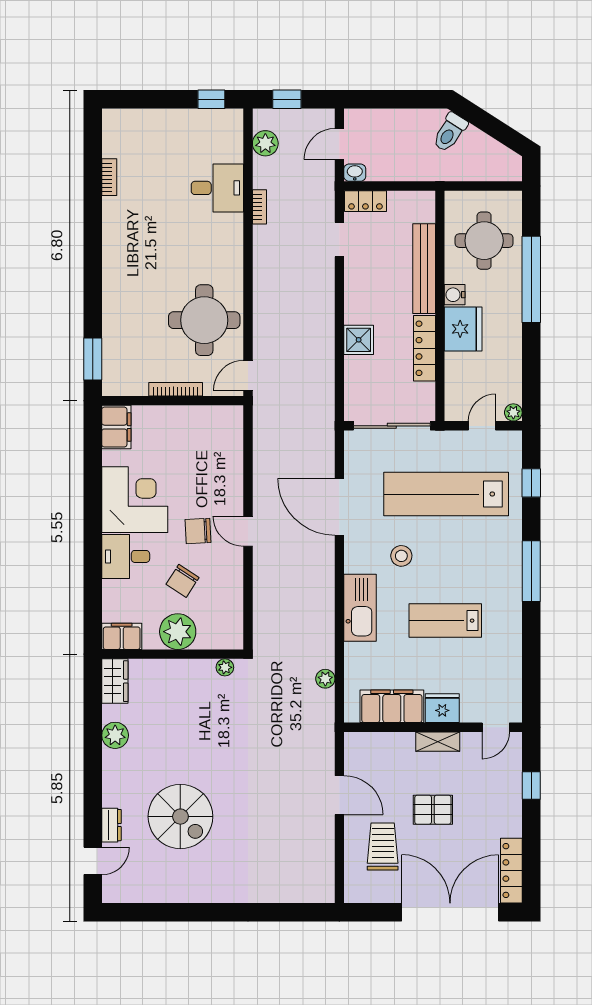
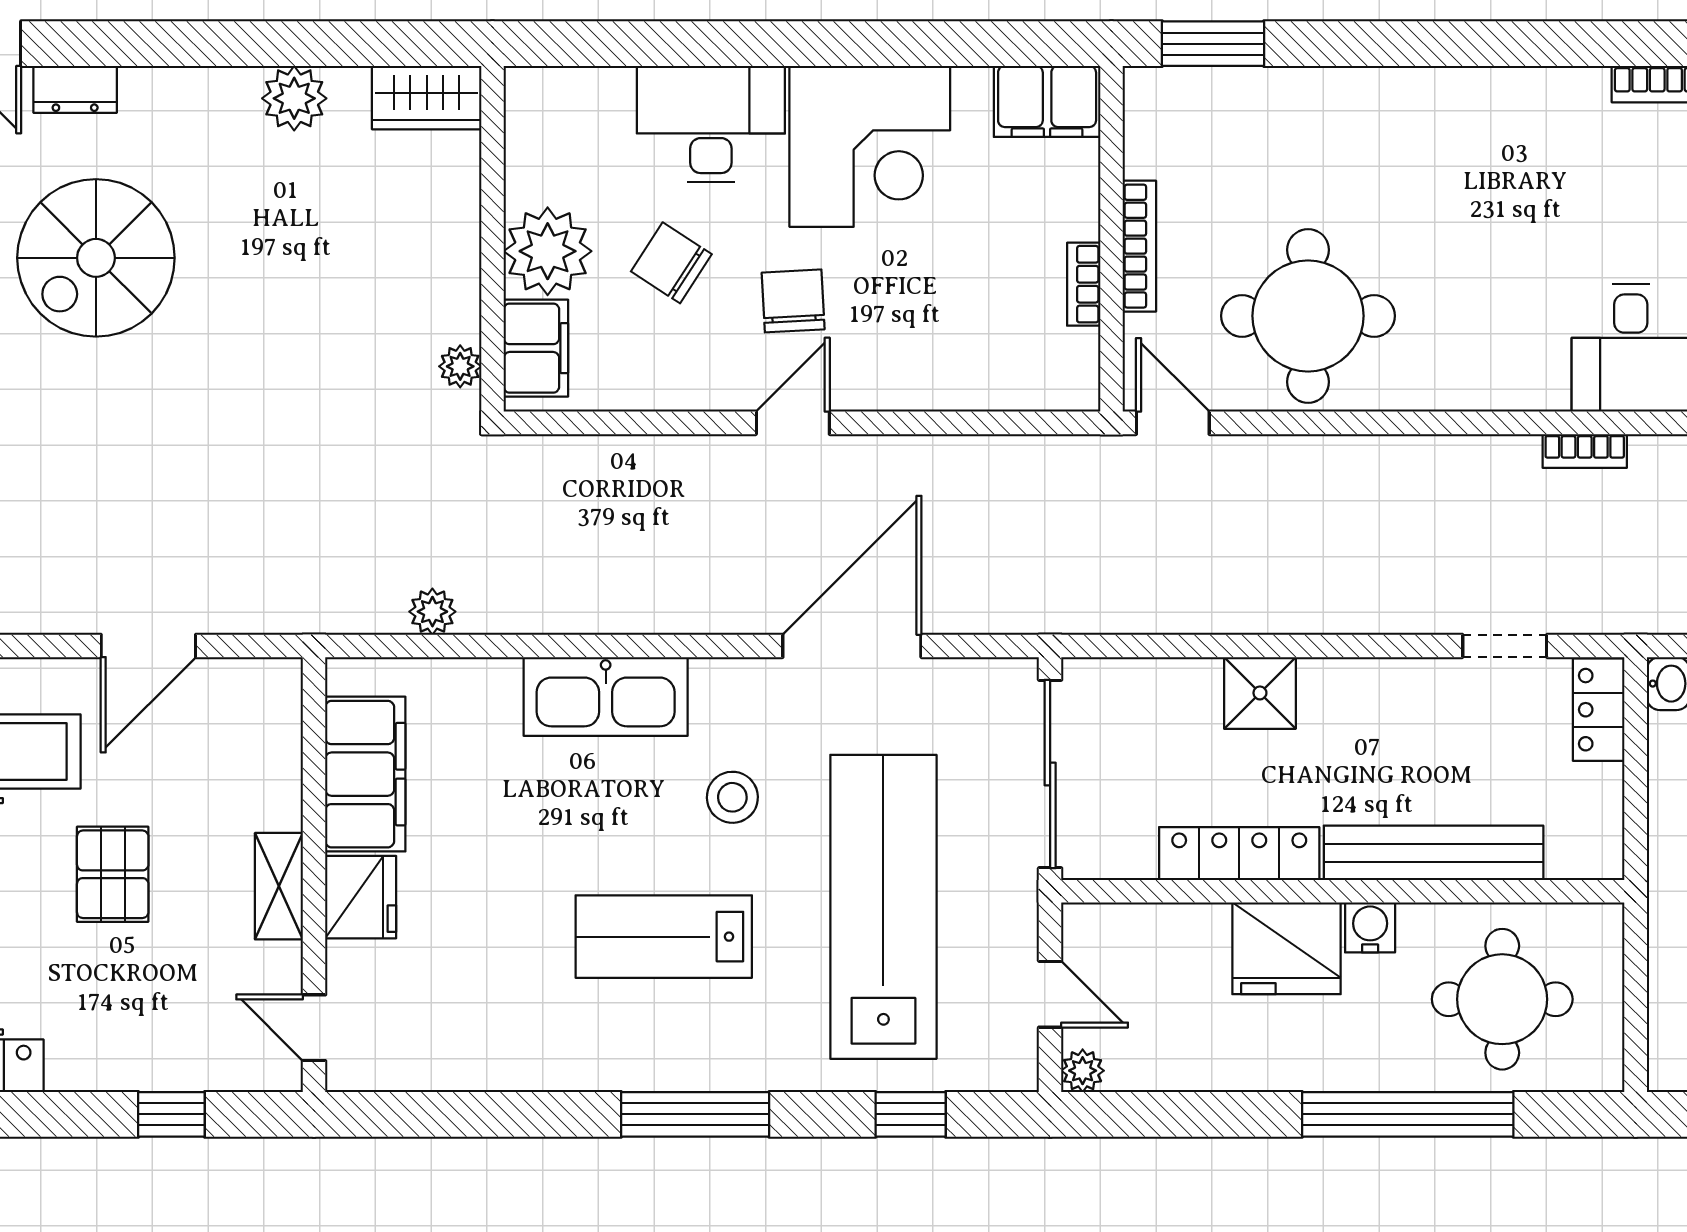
bookcase: (191, 412) -> (1084, 284), added
desk: (126, 556) -> (711, 124), width x1.37
lab bench: (445, 621) -> (664, 937), moved, turned -90
filing cabinet: (122, 636) -> (536, 348), moved

